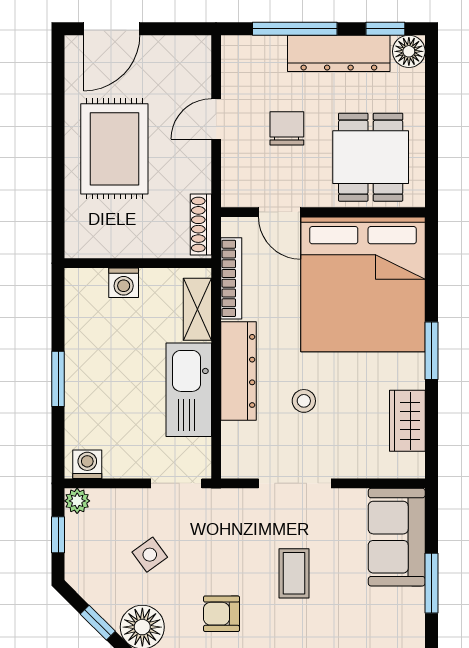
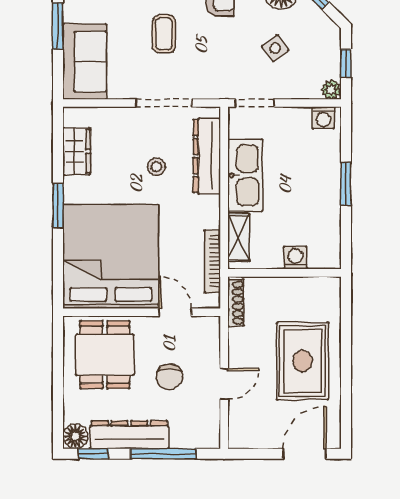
dresser: (238, 371) -> (207, 156), moved

